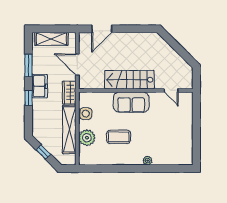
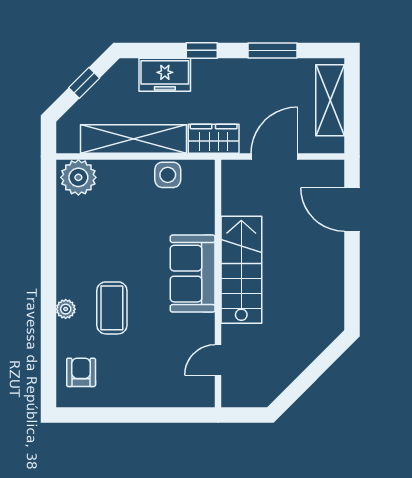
freezer: (40, 86) -> (165, 75), moved
coffee table: (119, 137) -> (112, 308), moved
plant: (87, 138) -> (78, 177), moved
armchair: (177, 154) -> (81, 372), added

